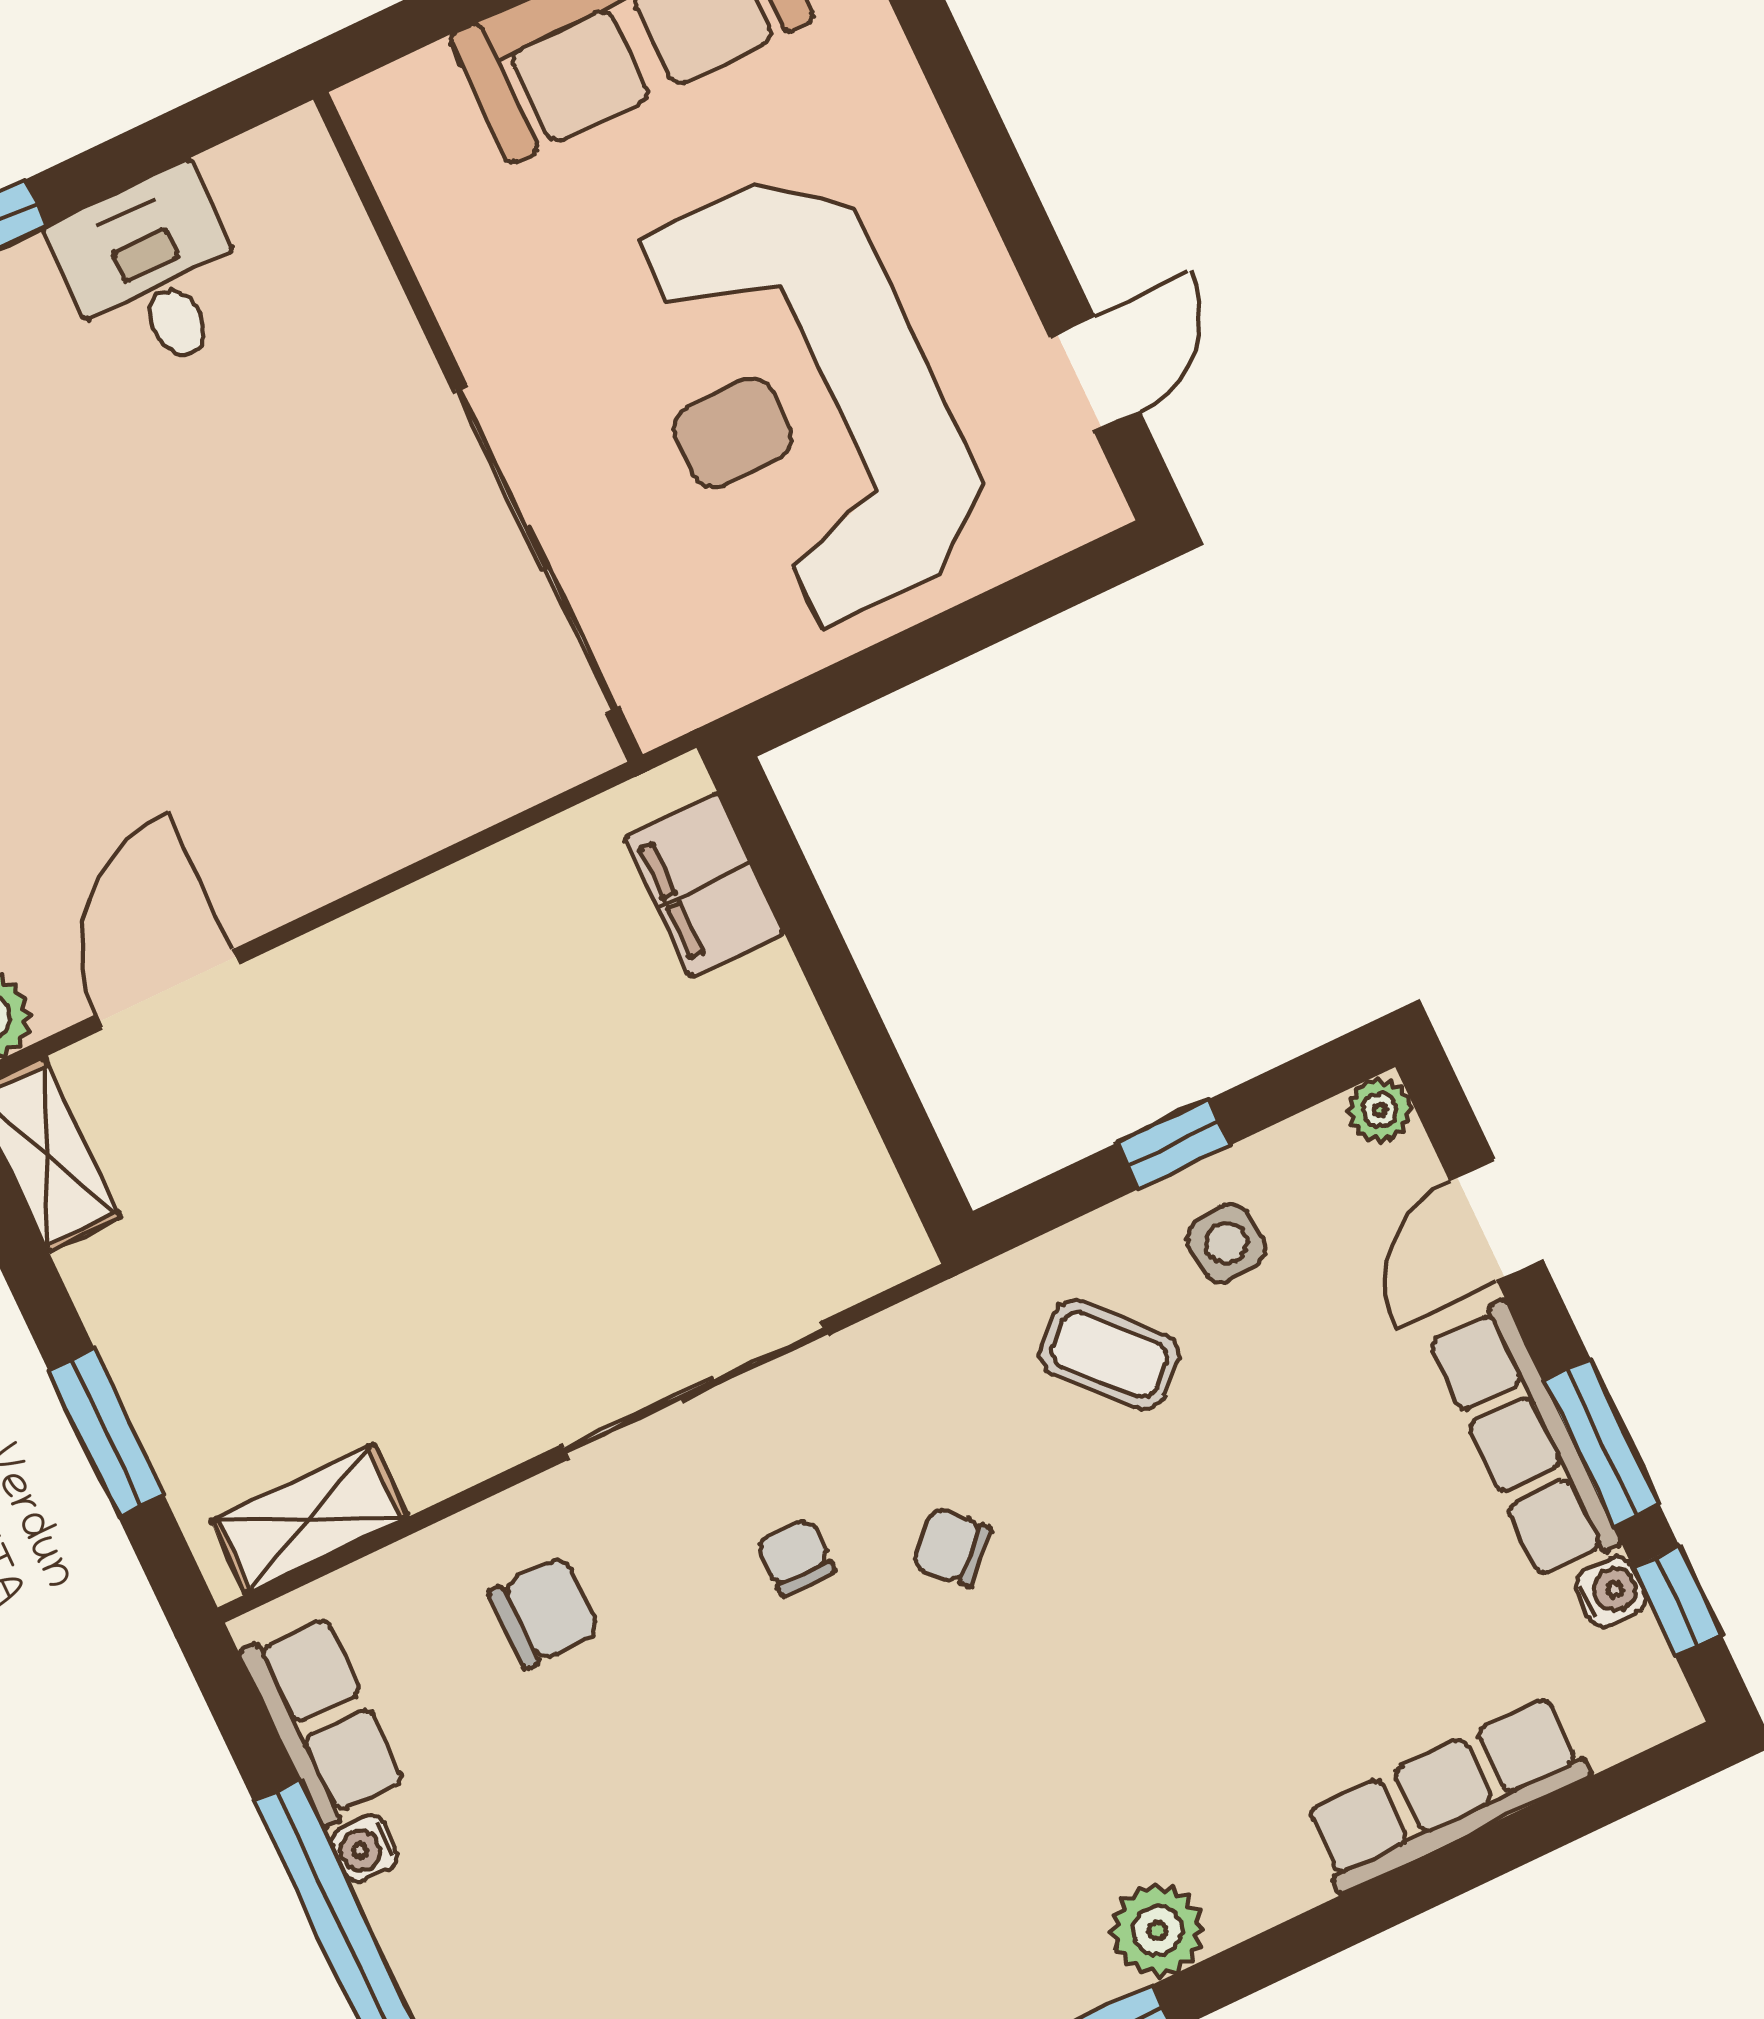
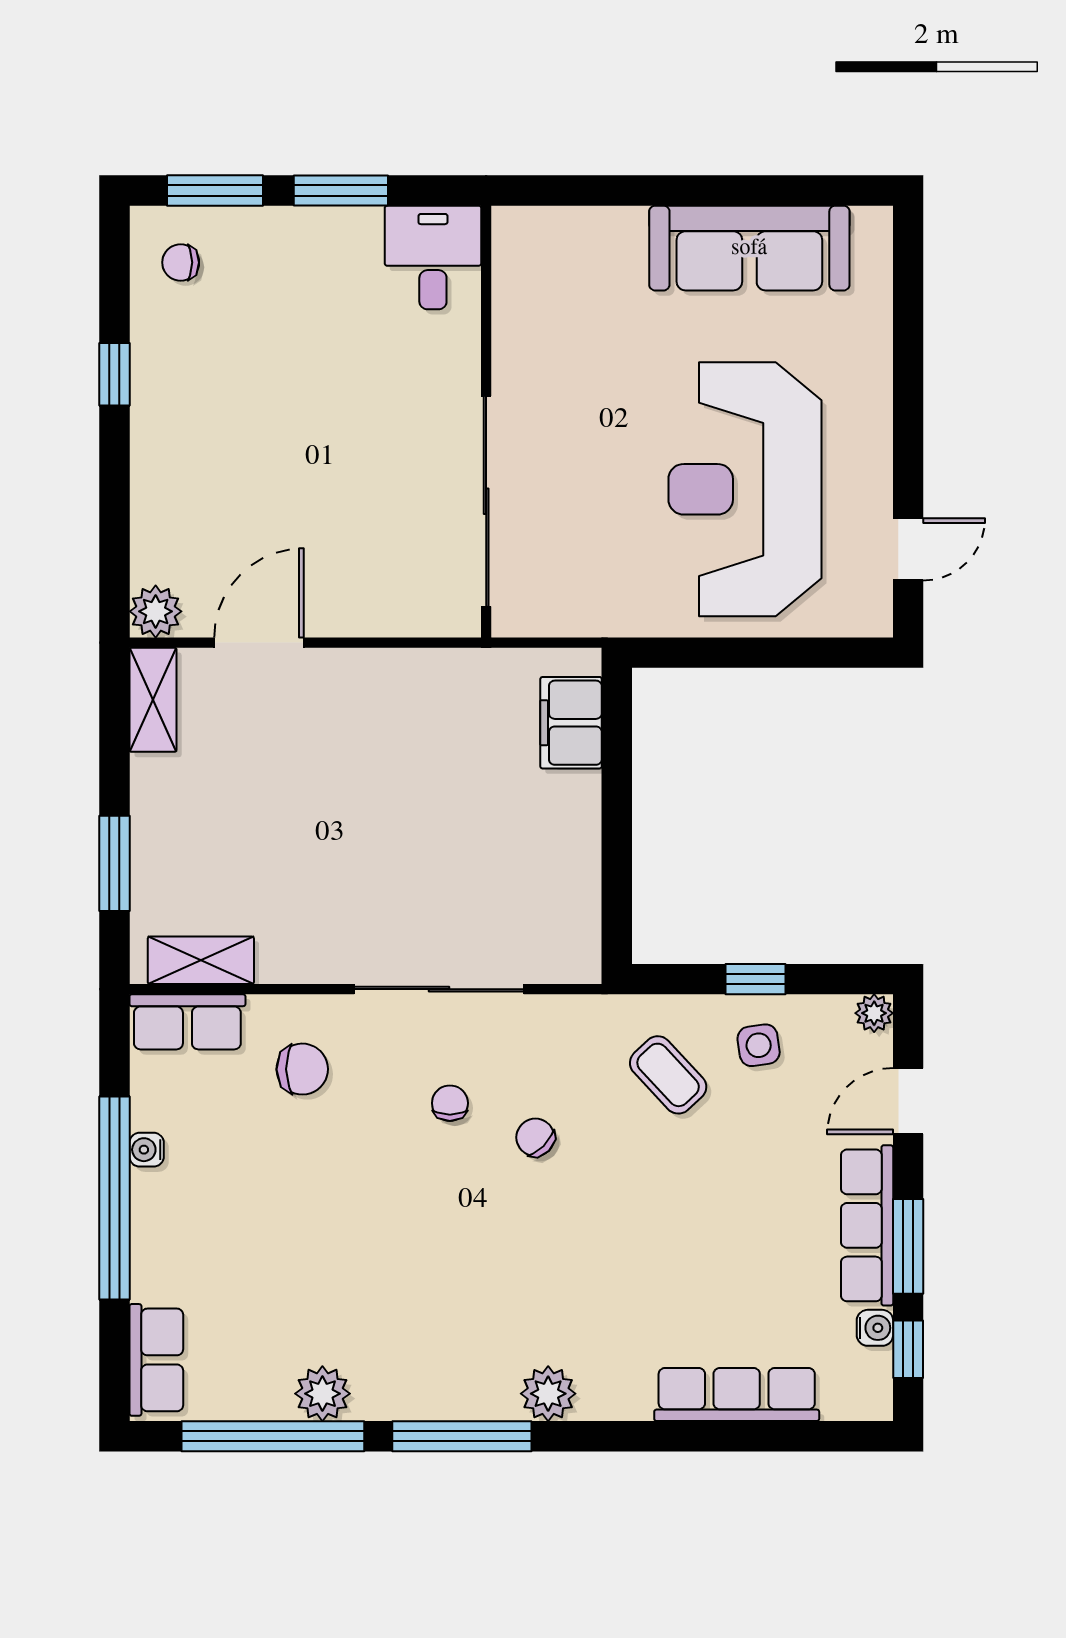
wall: (478, 427) -> (486, 422), moved
sliding door: (536, 549) -> (486, 501), moved
row of seats: (323, 1720) -> (187, 1022), moved, turned 90

